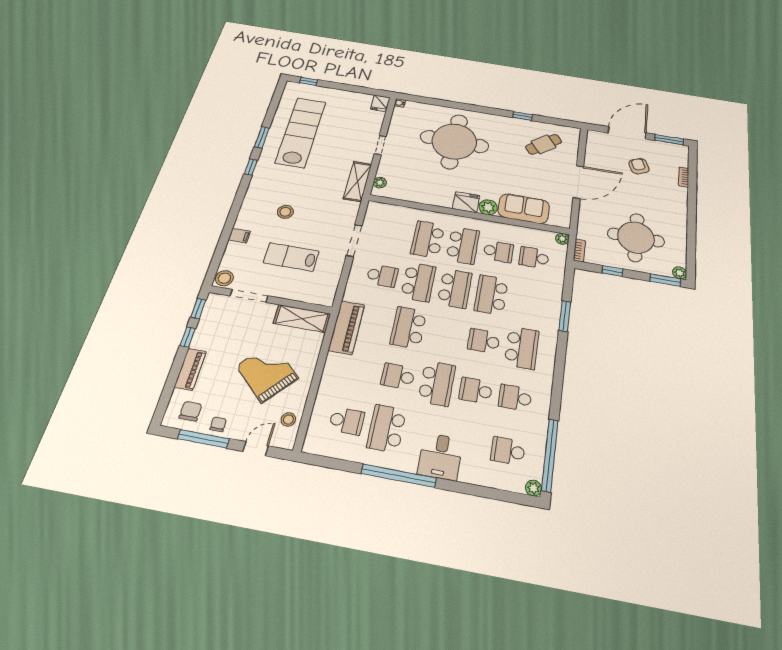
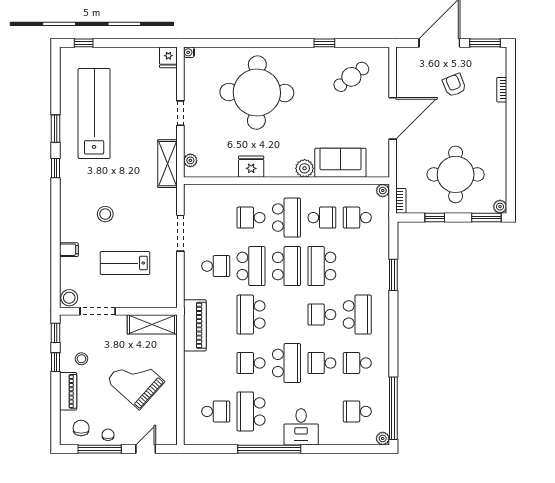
fridge: (466, 202) -> (251, 167), moved
school desk: (428, 239) -> (251, 218), width x0.54
stool: (288, 420) -> (81, 359), moved

